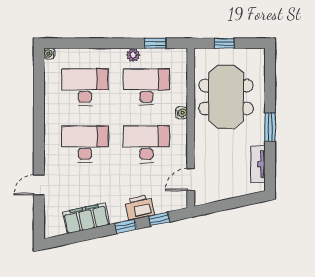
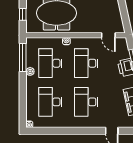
window: (155, 43) -> (23, 58), width x2.17

